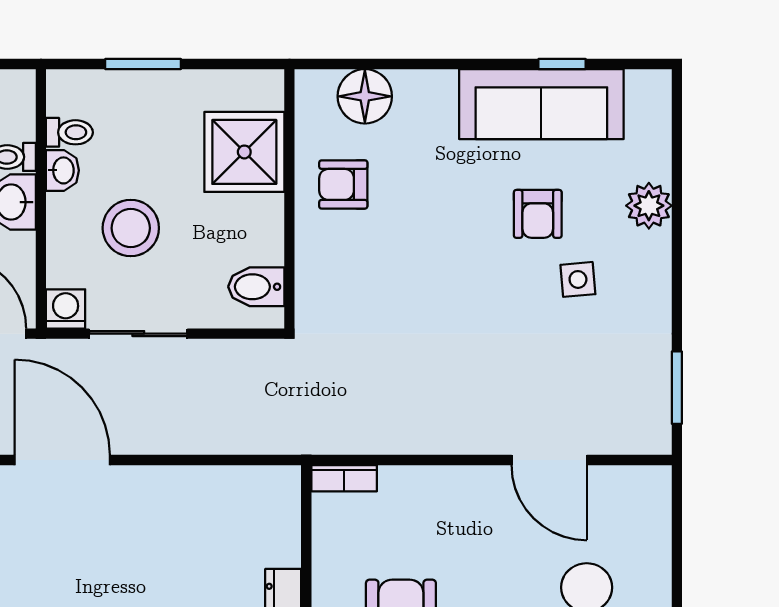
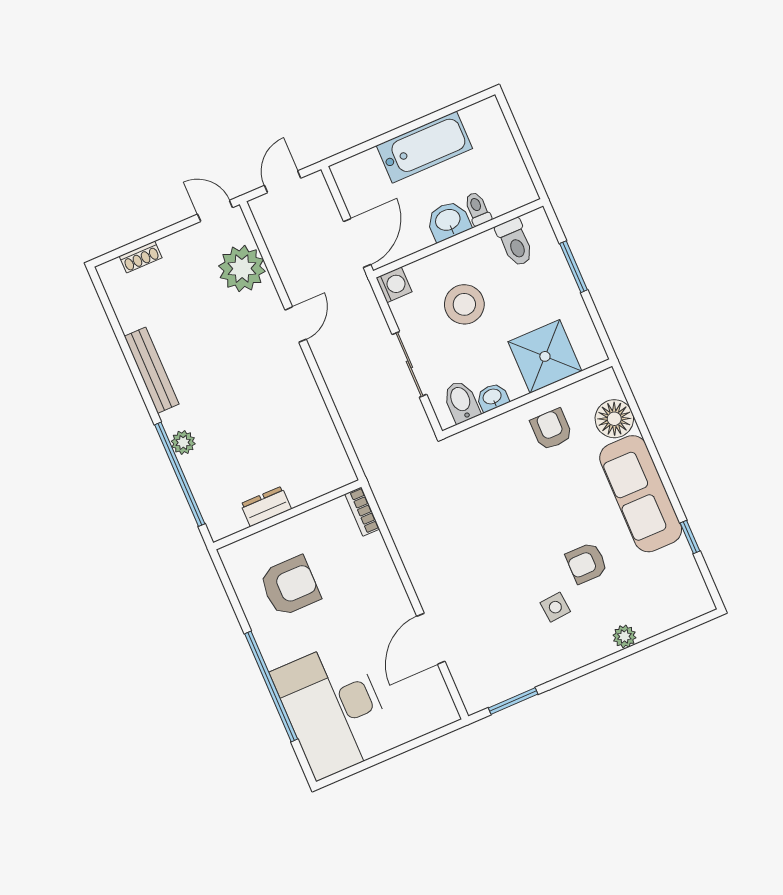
sofa: (541, 104) -> (641, 494), moved
toilet: (69, 132) -> (515, 242), width x1.37, depth x1.39
washbasin: (62, 170) -> (492, 397), moved, turned 180
plant: (649, 206) -> (624, 636), width x0.73, depth x0.73
sliding door: (138, 334) -> (409, 364), moved
door: (62, 460) -> (296, 325), width x0.53

